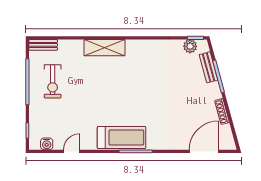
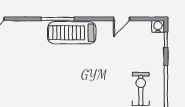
water cooler: (47, 144) -> (158, 26), moved

